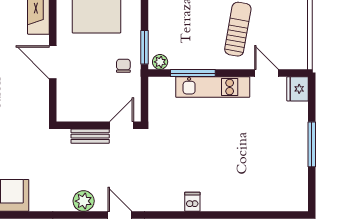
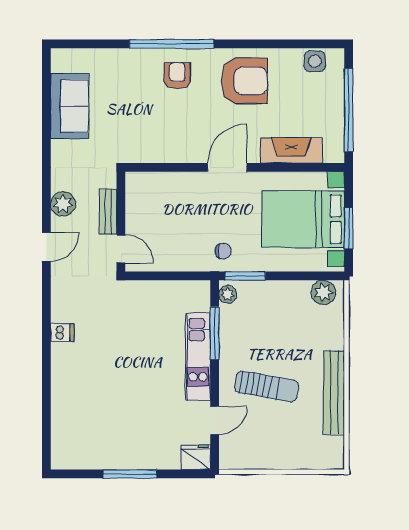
wall: (99, 125) -> (121, 222), moved
door: (122, 125) -> (121, 249), moved
bench: (90, 136) -> (108, 212), moved

